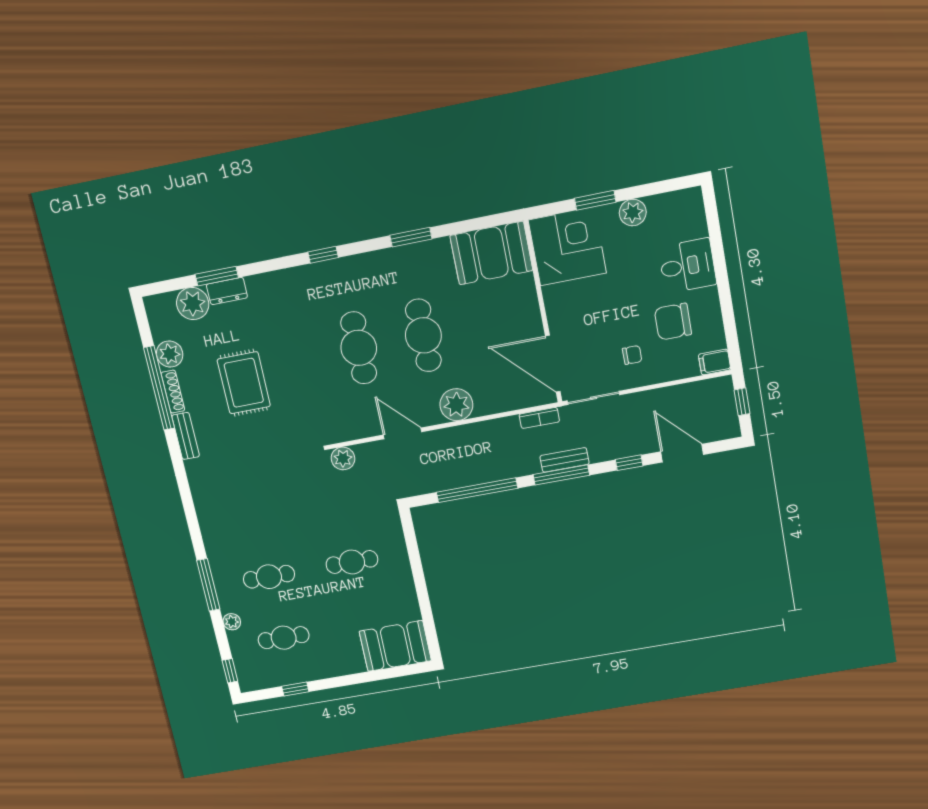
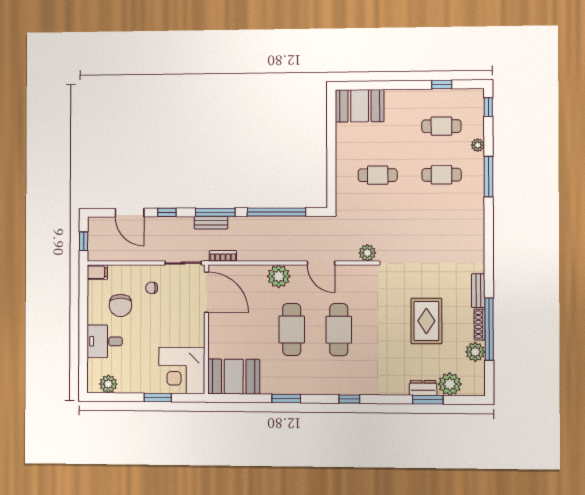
plant: (633, 213) -> (108, 384), moved
chair: (673, 322) -> (120, 305), turned 90

